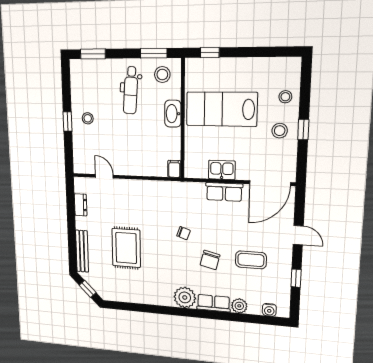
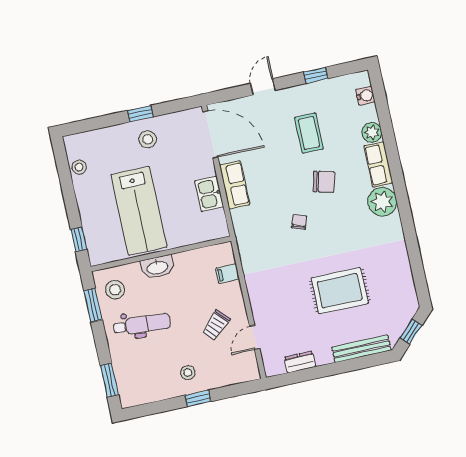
stool: (285, 97) -> (79, 167), moved
trolley: (119, 149) -> (216, 325), added
filing cabinet: (174, 169) -> (228, 274), moved

